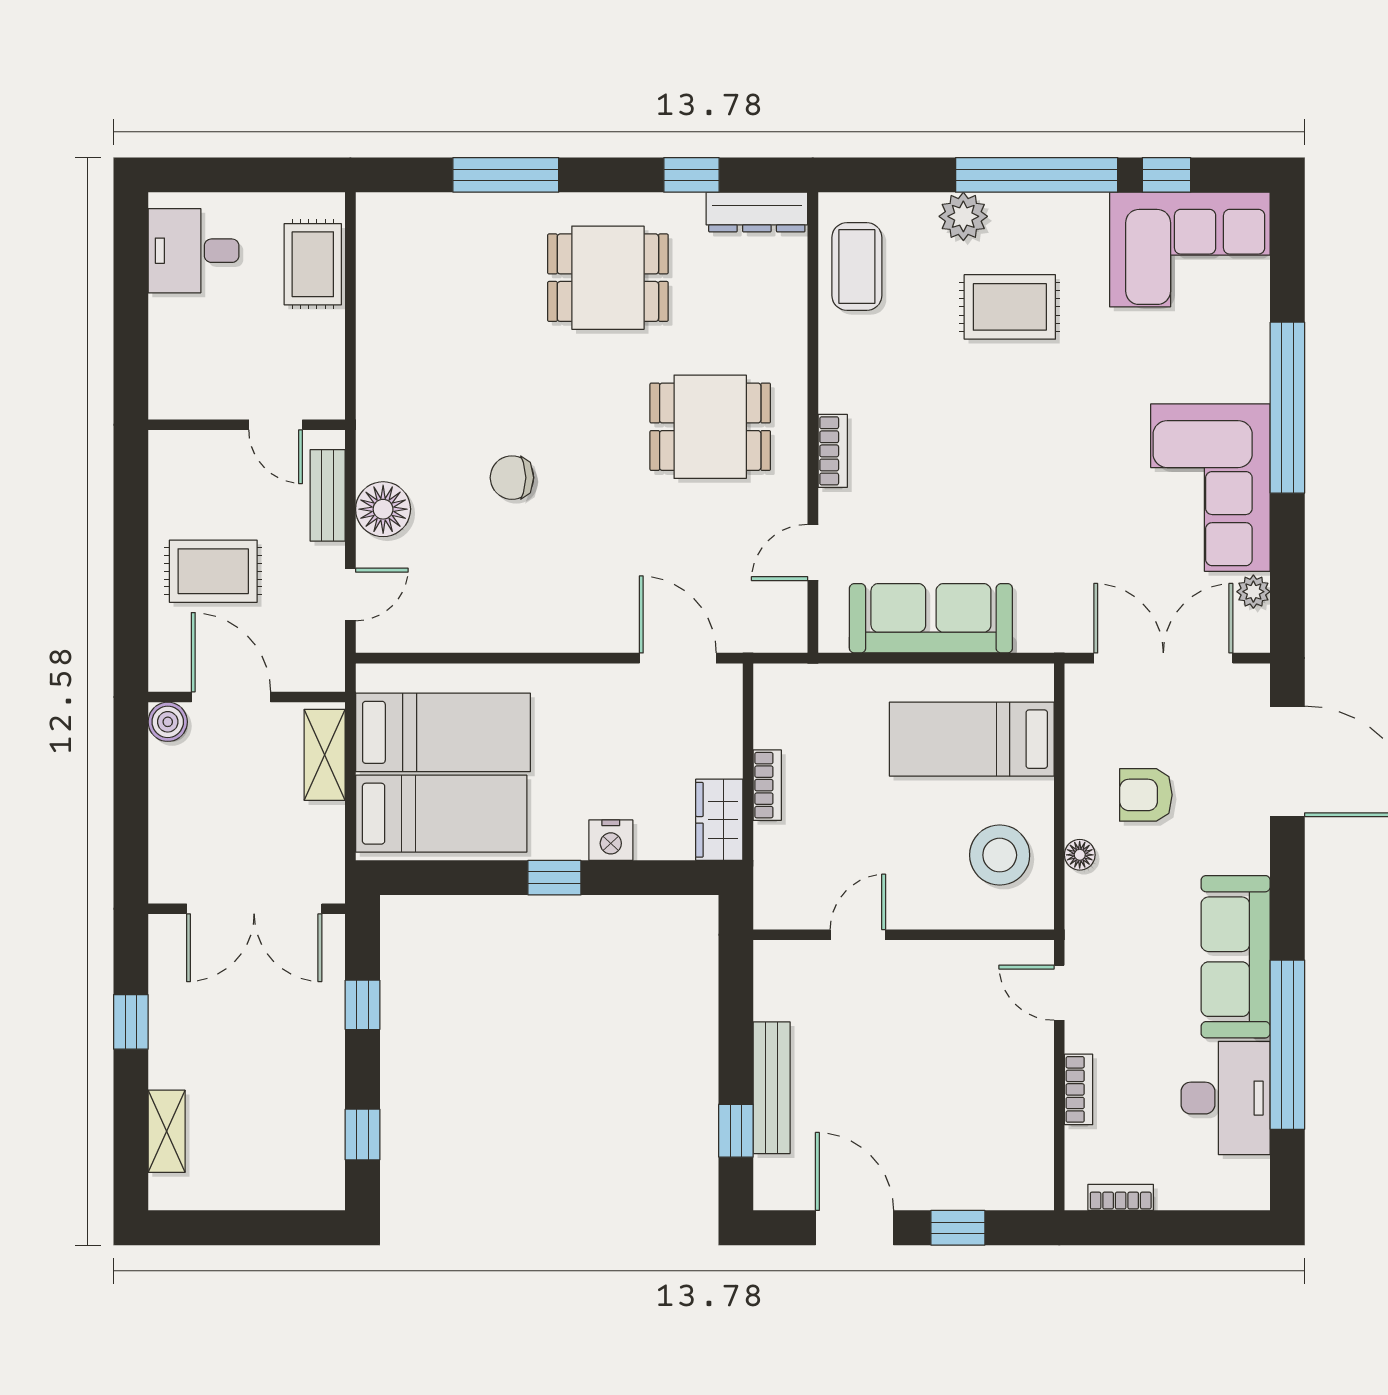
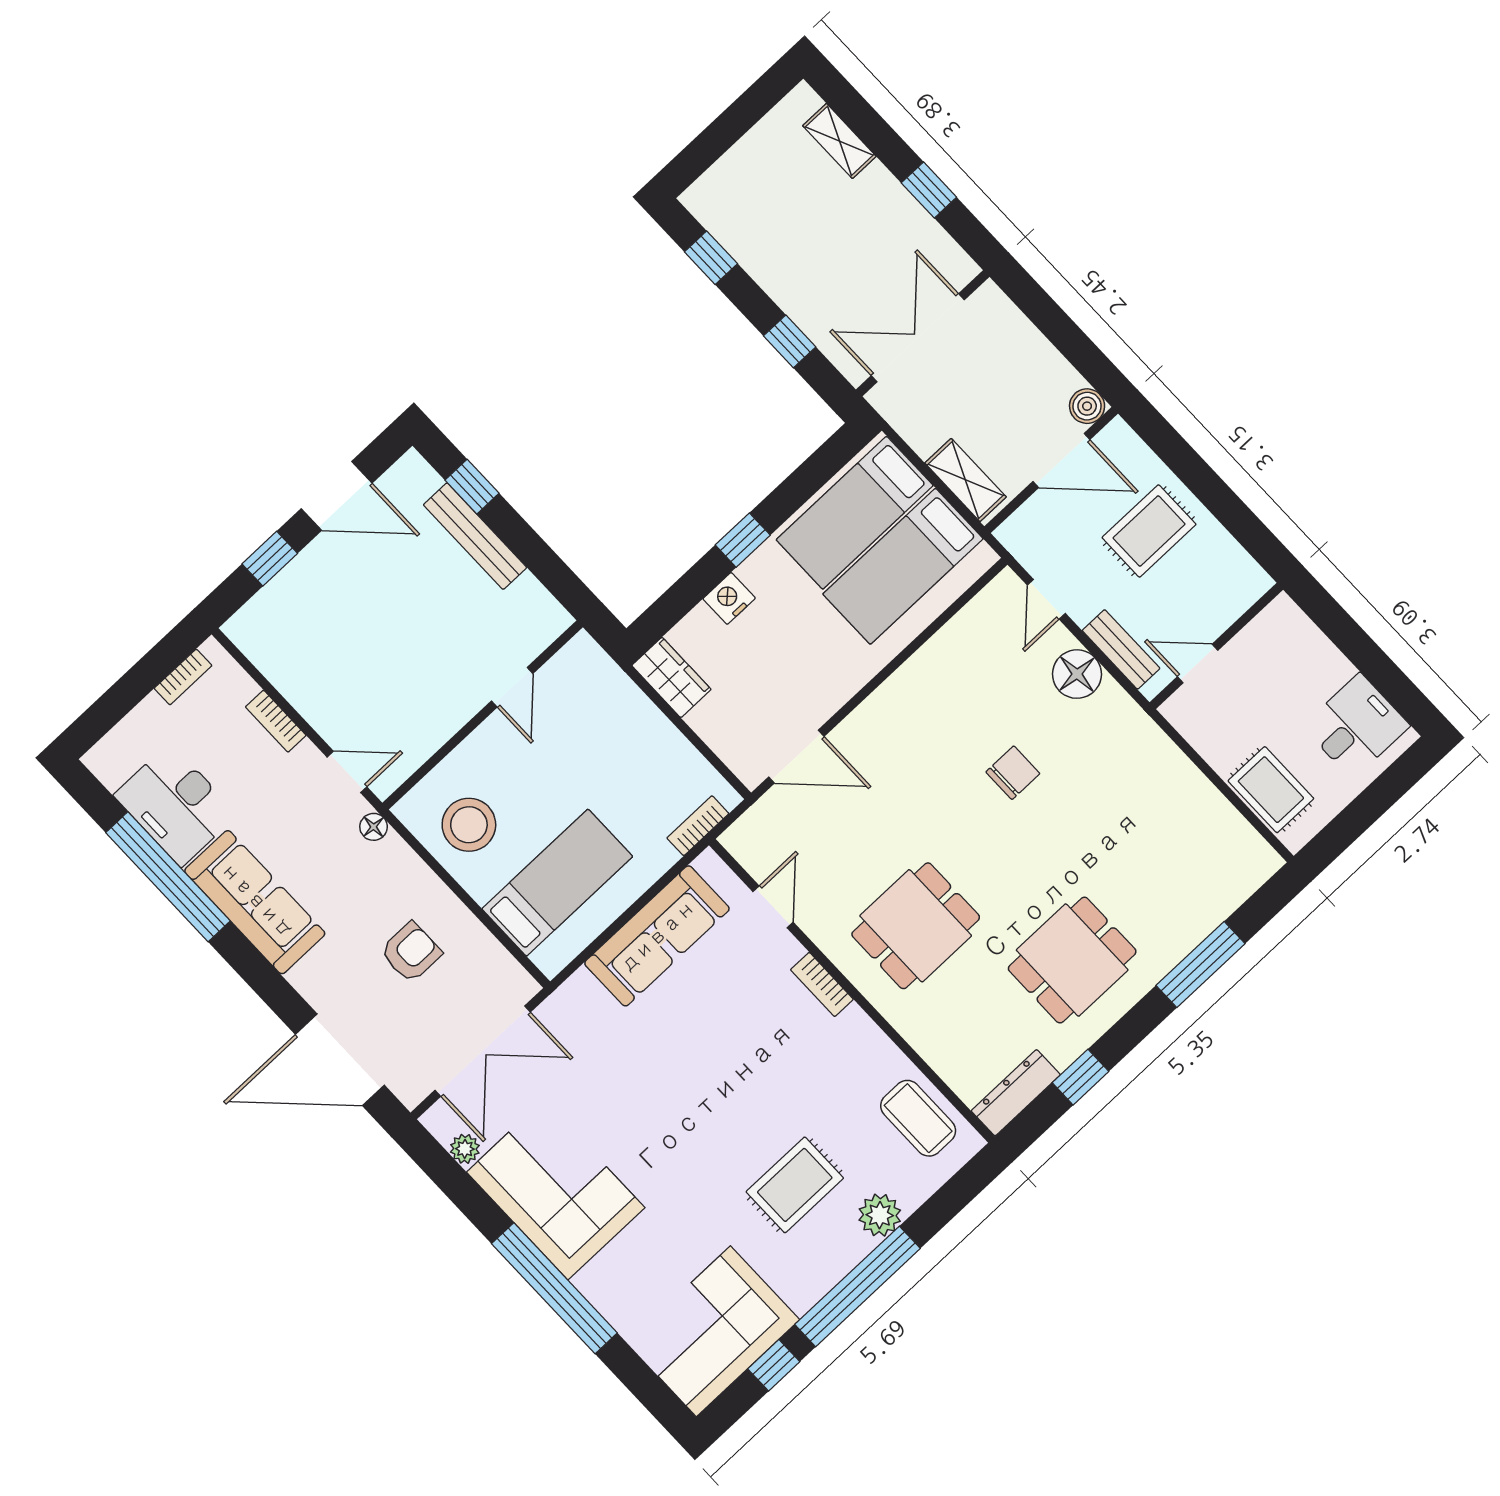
bookcase: (767, 785) -> (698, 826), moved, turned 90
floor lamp: (1080, 855) -> (374, 827), moved

